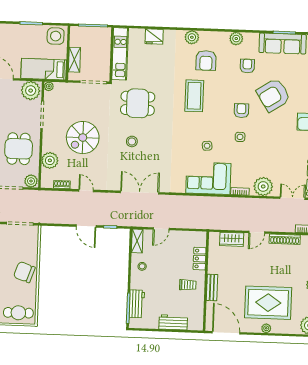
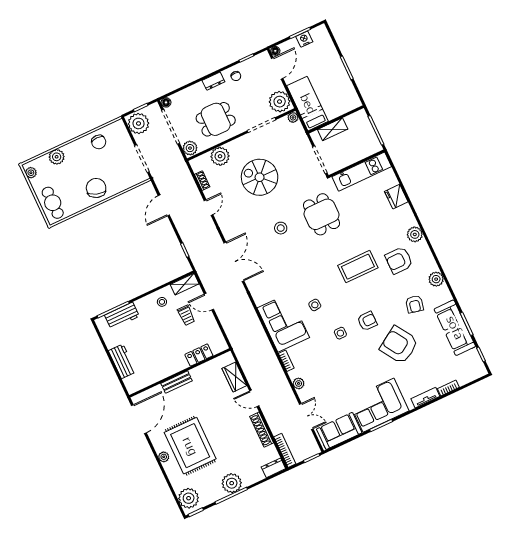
side table: (56, 36) -> (346, 99), removed
armchair: (247, 66) -> (415, 304), turned 103
plant: (263, 186) -> (299, 383), width x0.53, depth x0.53
door: (86, 226) -> (164, 205), moved
trolley: (188, 285) -> (186, 315), moved

